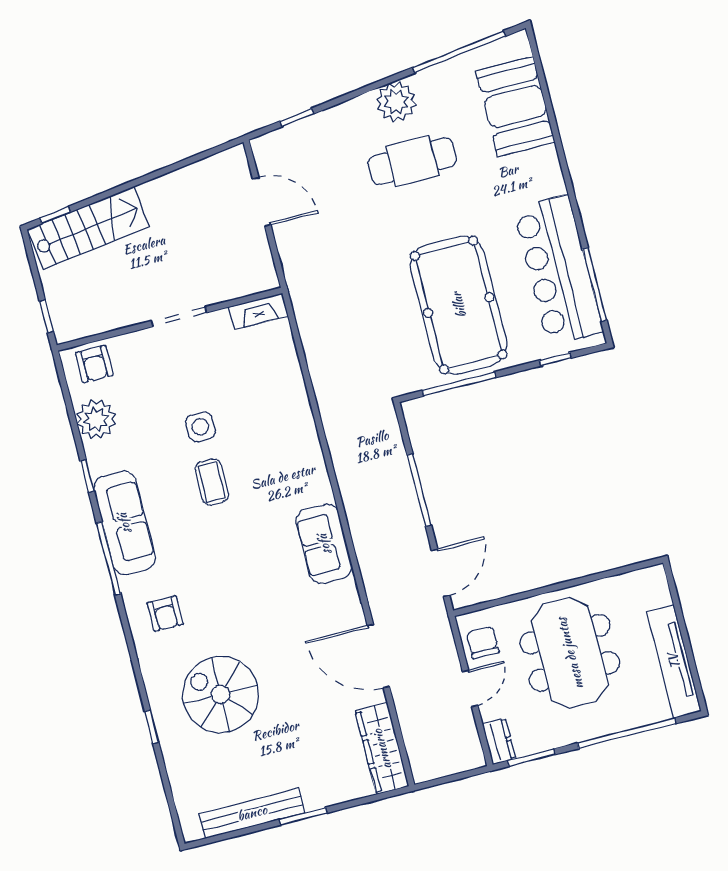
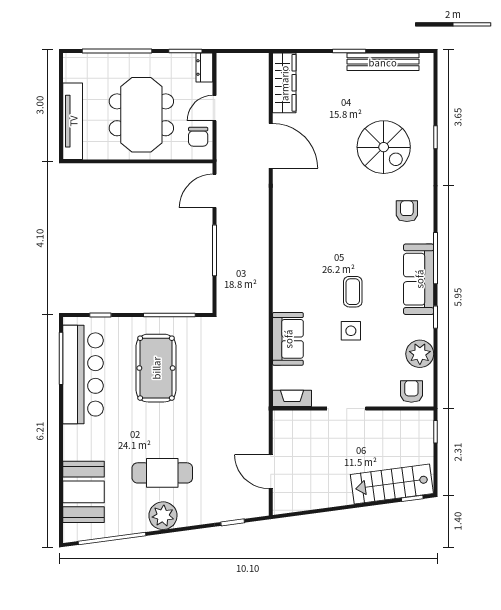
pool table: (459, 305) -> (156, 368), width x0.73, depth x0.76
sofa: (324, 544) -> (288, 339), moved
tv unit: (674, 661) -> (73, 121), moved

